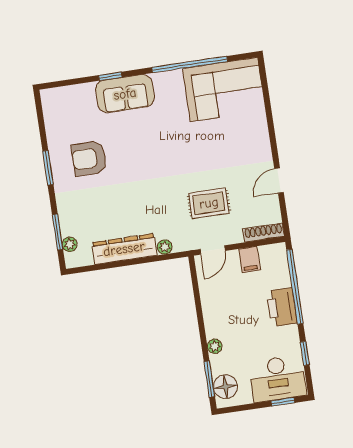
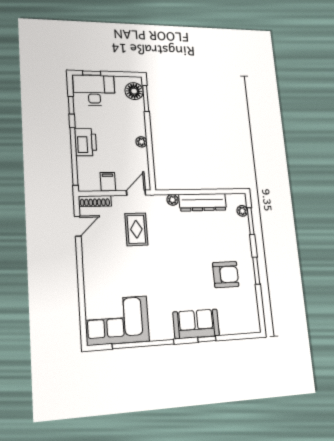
door: (279, 181) -> (78, 226), moved
rug: (209, 203) -> (136, 229), turned 90
plant: (215, 346) -> (142, 142), moved

